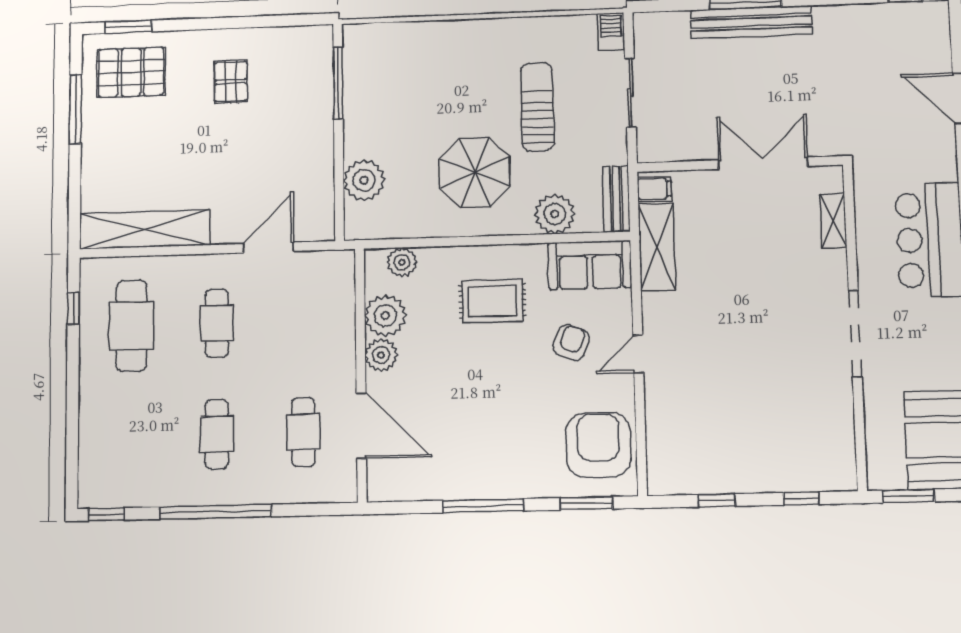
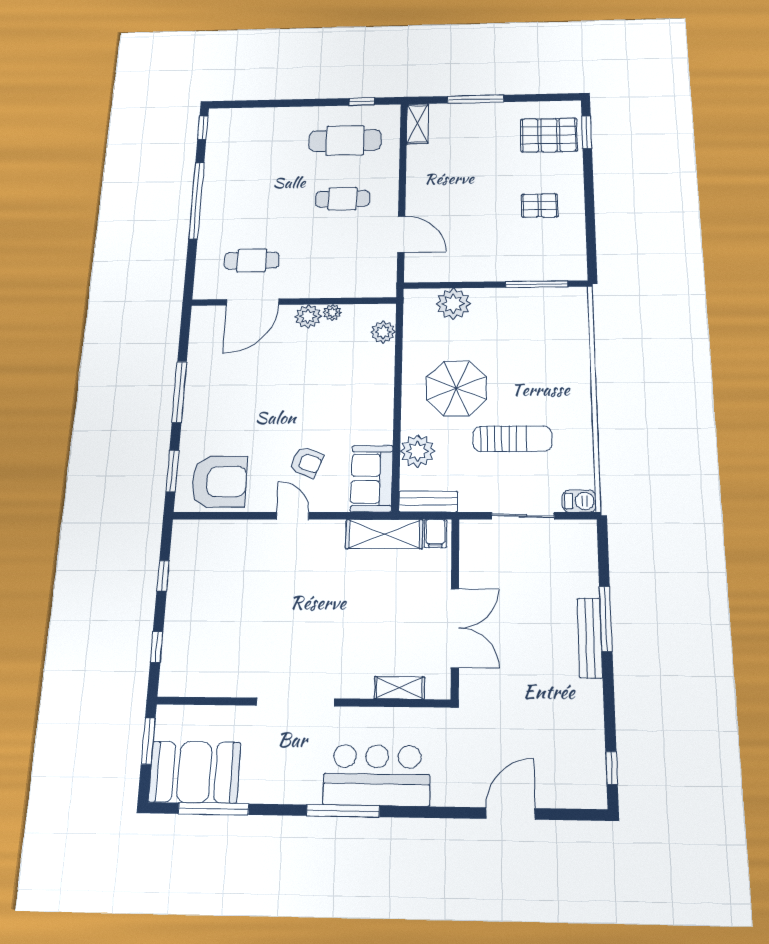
bench: (751, 22) -> (590, 638), width x0.73, depth x0.82
pallet: (131, 72) -> (549, 135), turned 90
window: (76, 109) -> (476, 99), moved
shelving: (145, 229) -> (418, 124), width x0.45, depth x0.75
rug: (492, 301) -> (346, 401), removed
plant: (385, 316) -> (332, 312), width x0.53, depth x0.53
cafe table: (217, 434) -> (256, 200), removed

